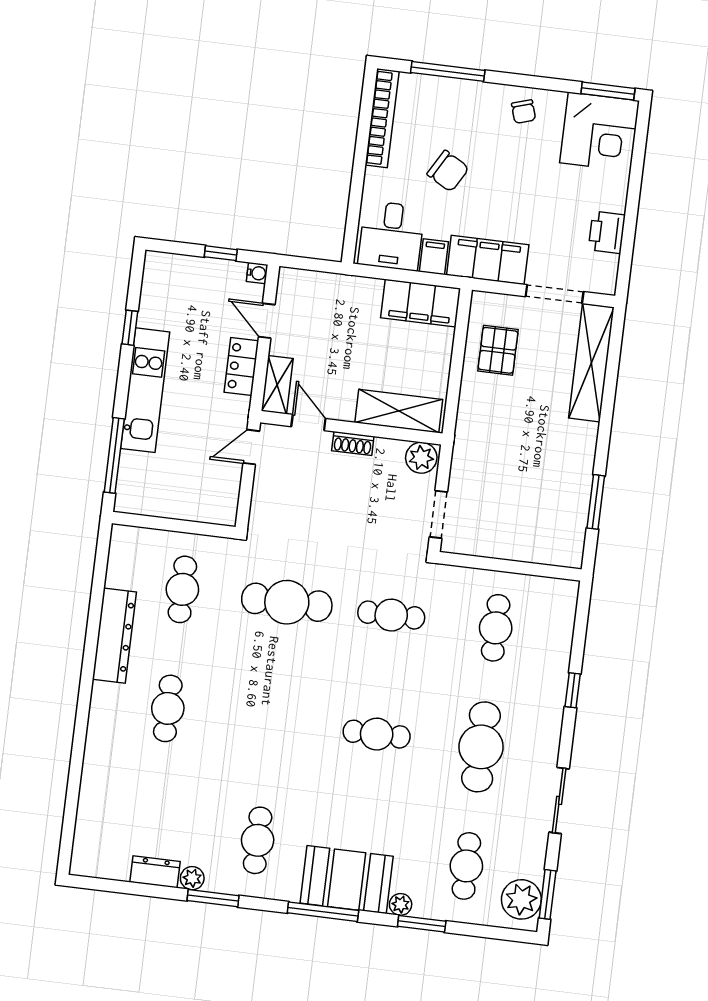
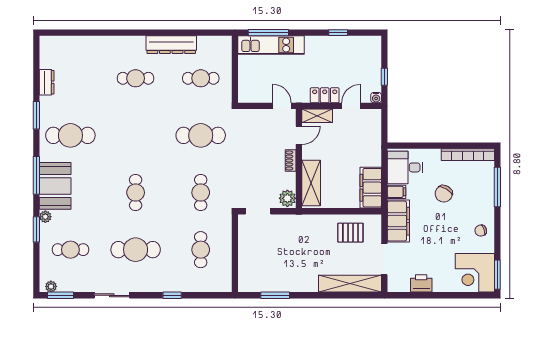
kitchen unit: (145, 390) -> (271, 45), moved
cafe table: (287, 602) -> (201, 135), turned 90
cafe table: (496, 628) -> (201, 250), turned 90
cafe table: (258, 840) -> (70, 135), width x1.37, depth x1.35
plant: (192, 878) -> (46, 103), removed
plant: (521, 899) -> (51, 286), width x0.53, depth x0.53

